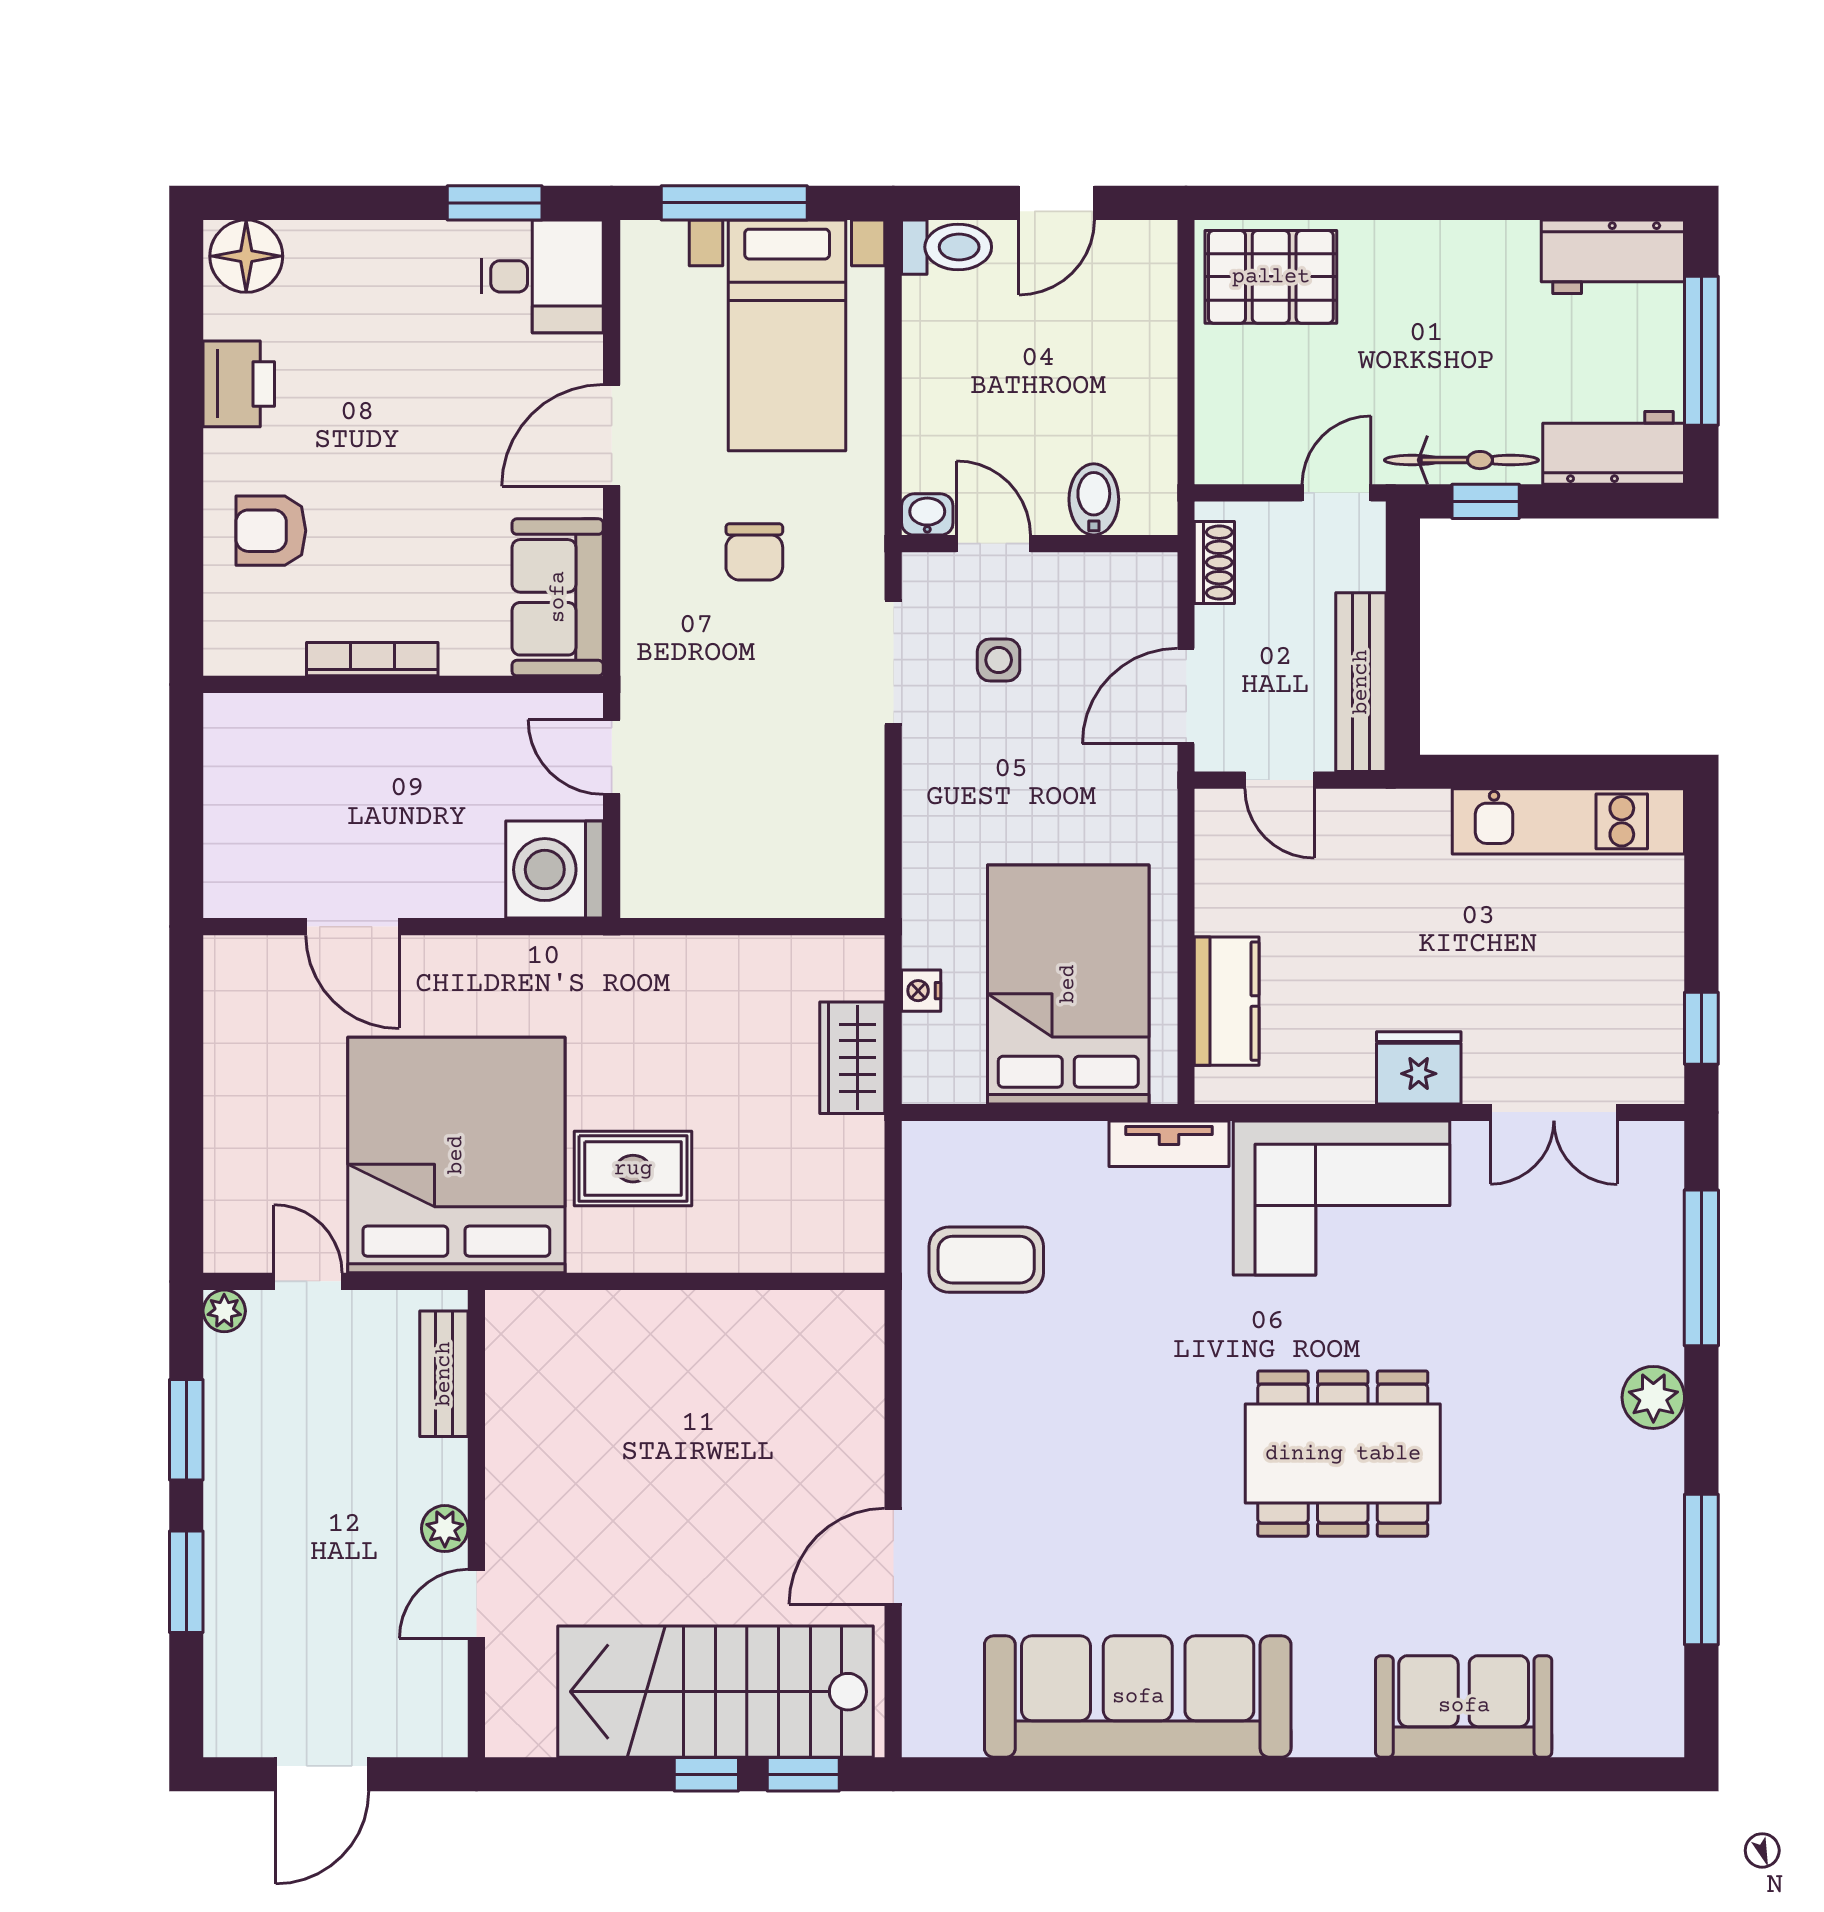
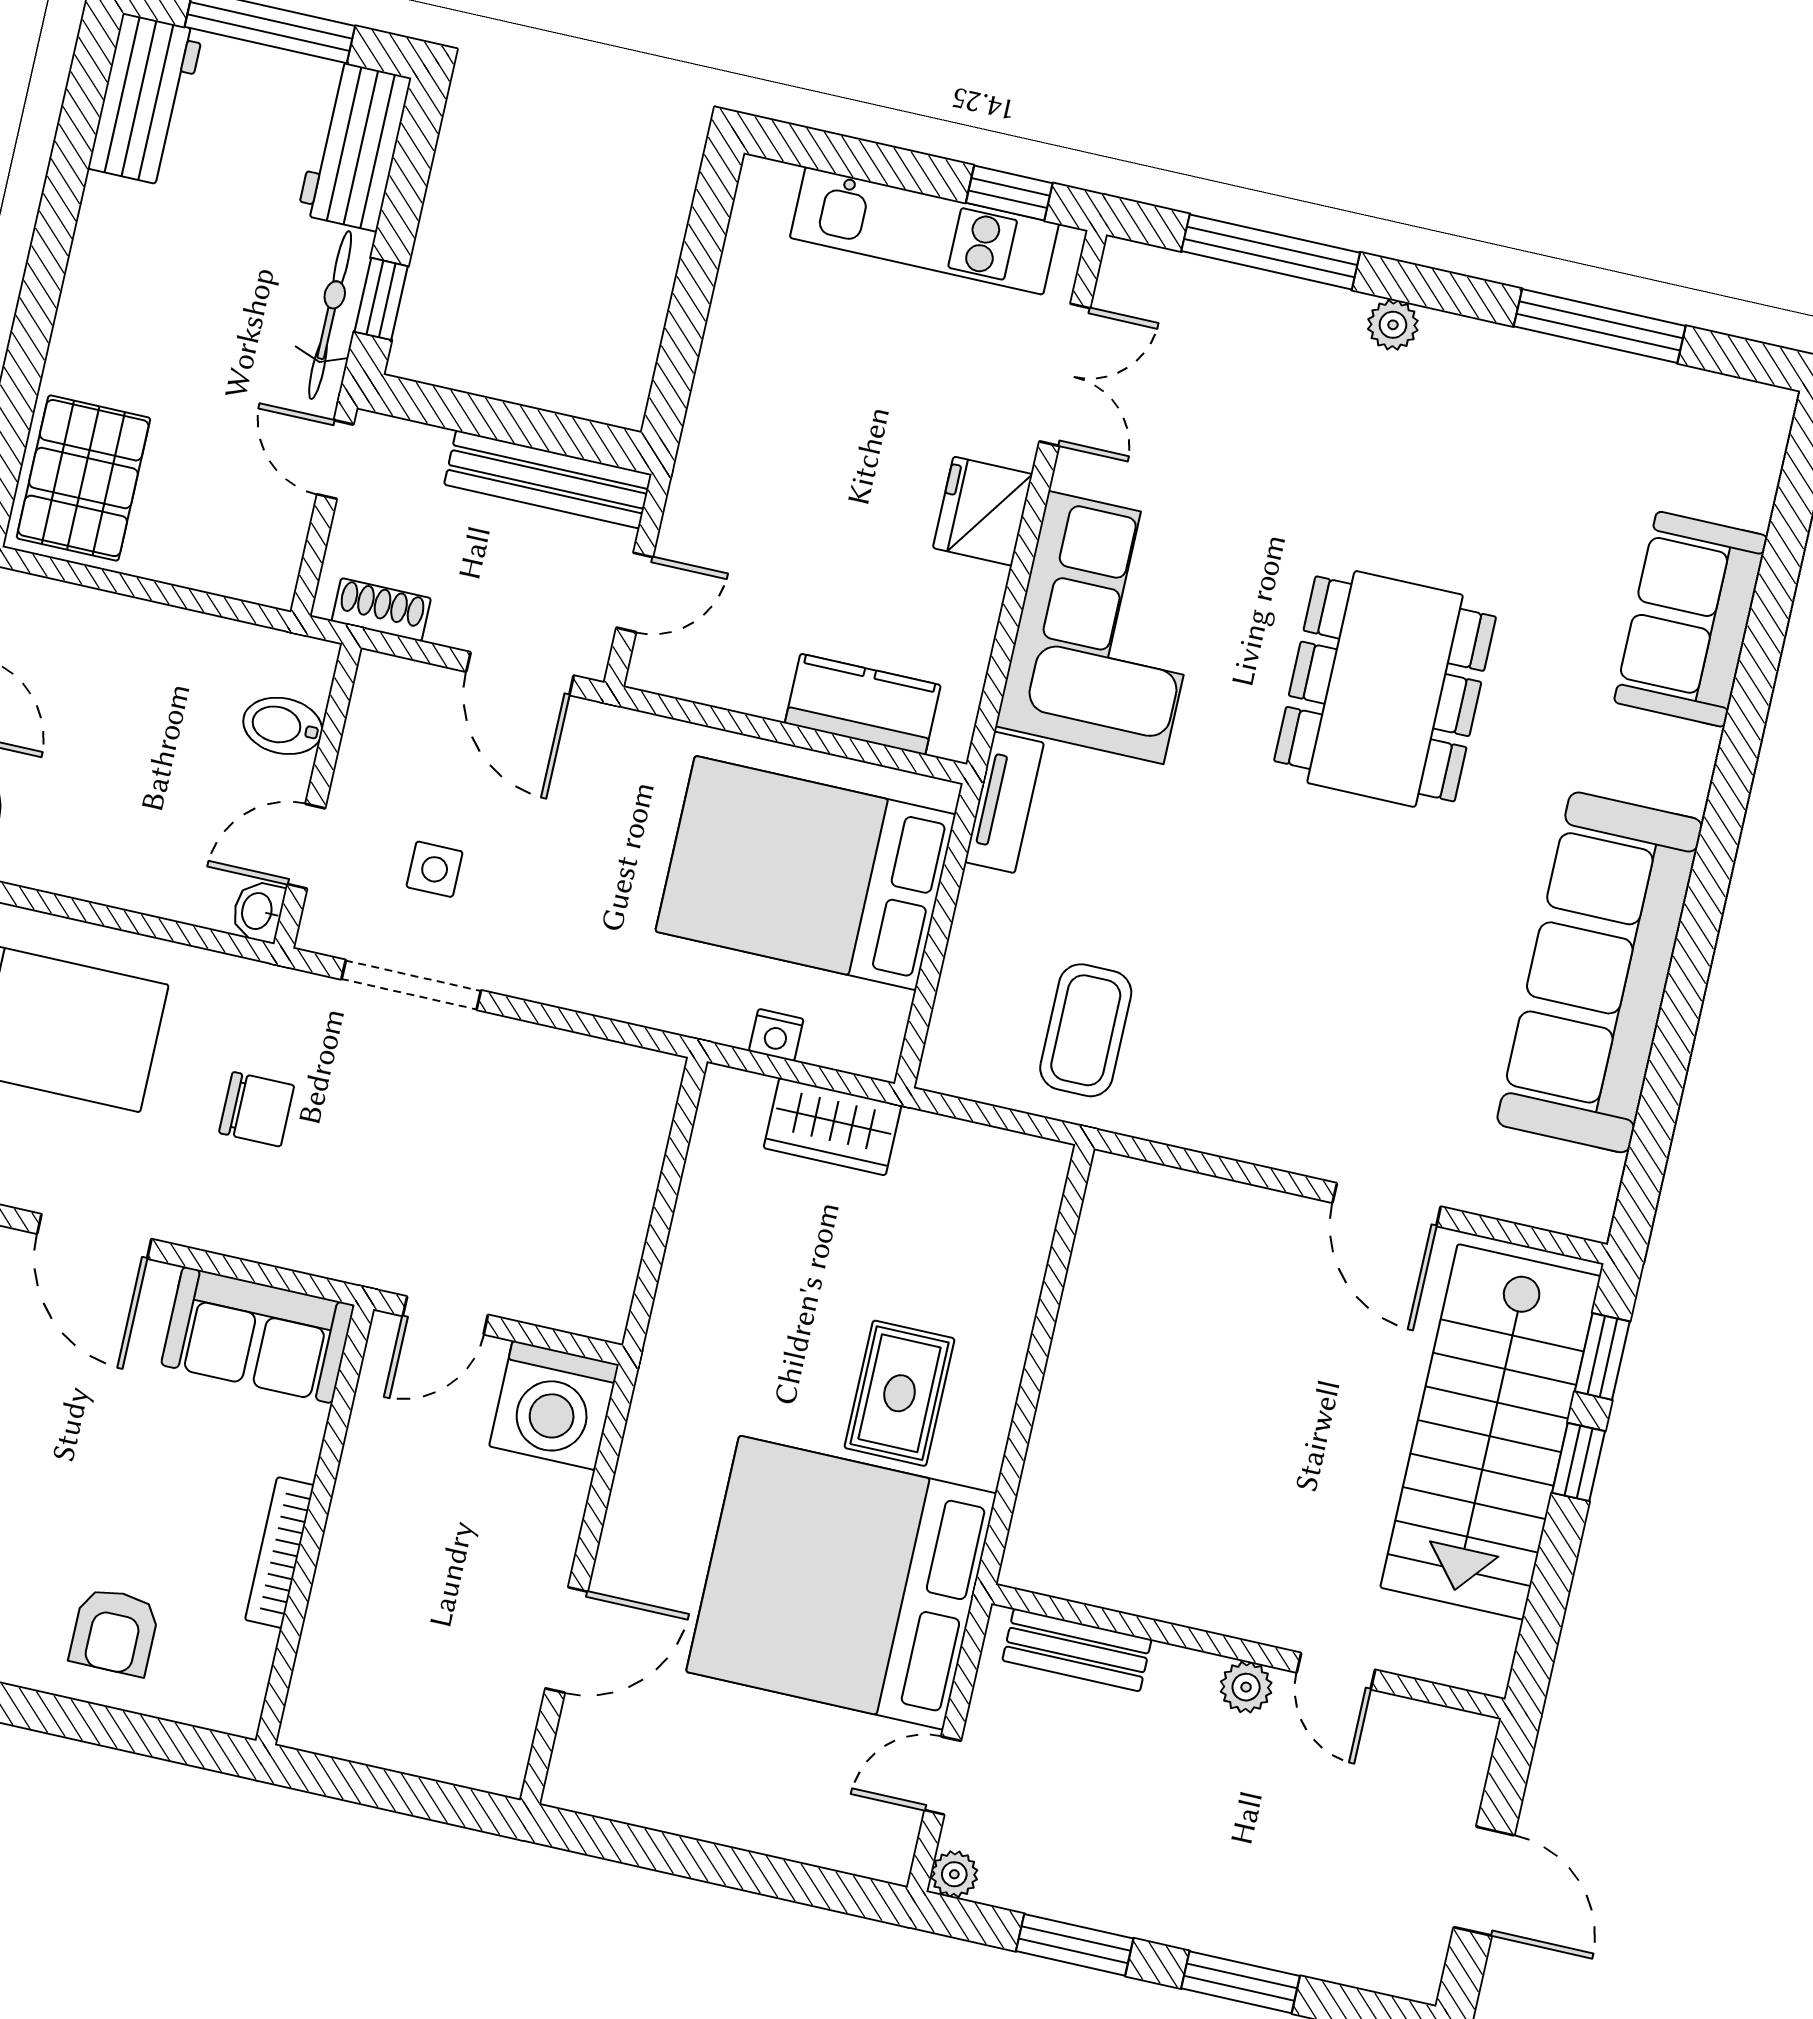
kitchen unit: (1568, 821) -> (924, 231), moved, turned 90
plant: (1653, 1397) -> (1393, 325), width x0.73, depth x0.73

